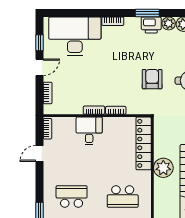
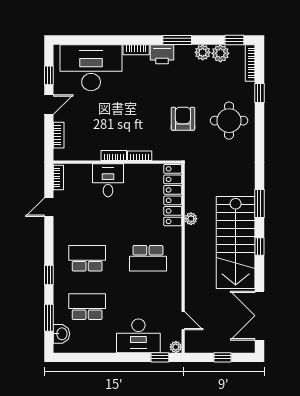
printer: (151, 25) -> (162, 54), moved
plant: (163, 168) -> (191, 219), width x0.53, depth x0.53

